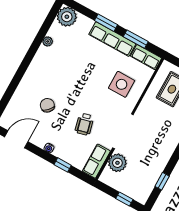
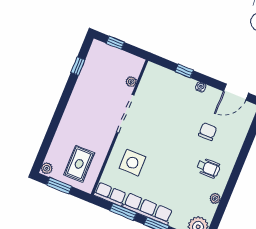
chair: (47, 105) -> (208, 132), turned -135
wheelchair: (84, 124) -> (208, 168), moved, turned 104
row of seats: (96, 161) -> (149, 79), removed
plant: (117, 163) -> (131, 82), width x0.53, depth x0.53

